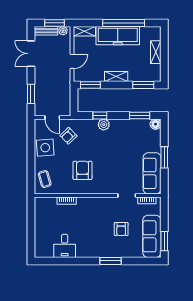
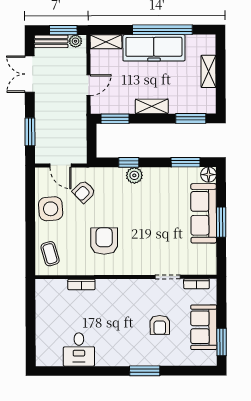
sofa: (152, 173) -> (204, 213), moved
sofa: (152, 236) -> (204, 327), width x0.73

